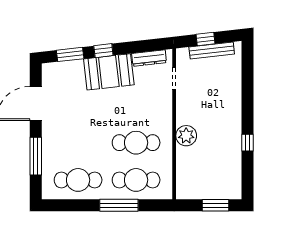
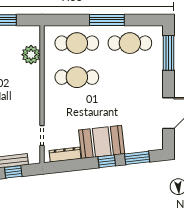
plant: (186, 136) -> (31, 55), moved
window: (36, 156) -> (168, 53), moved
window: (119, 205) -> (107, 20), moved

